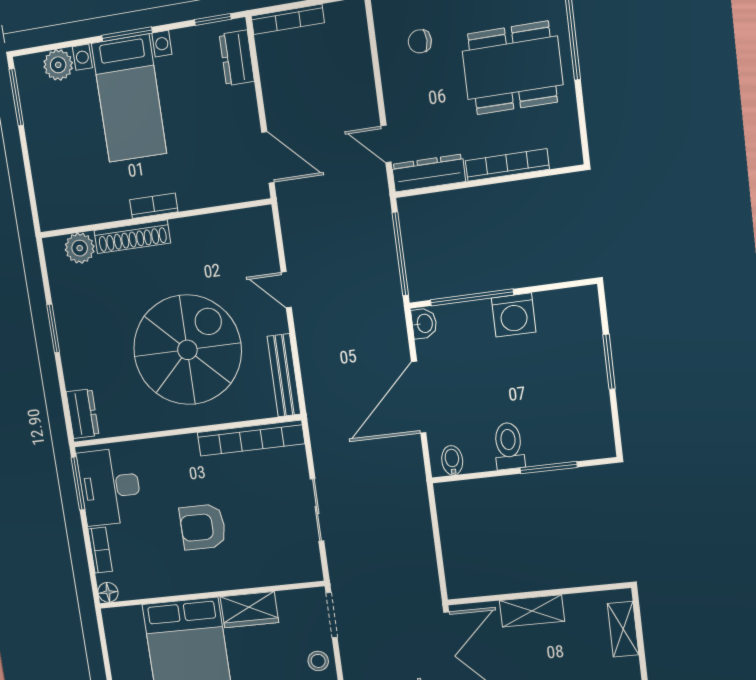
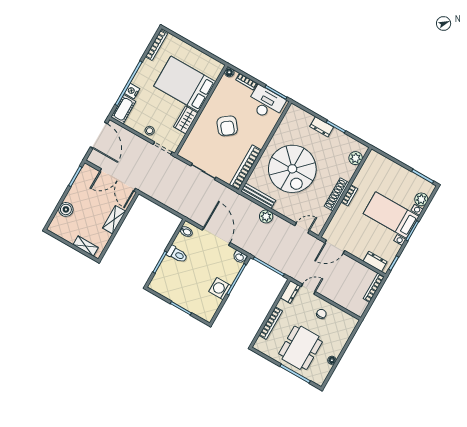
chair: (420, 41) -> (321, 314), moved
dresser: (429, 173) -> (290, 292), width x0.70
shoe rack: (132, 237) -> (337, 194), moved
door: (286, 290) -> (302, 228), moved
plant: (310, 332) -> (266, 216), added
dresser: (83, 414) -> (322, 127), moved
armchair: (203, 527) -> (227, 126), turned 142

